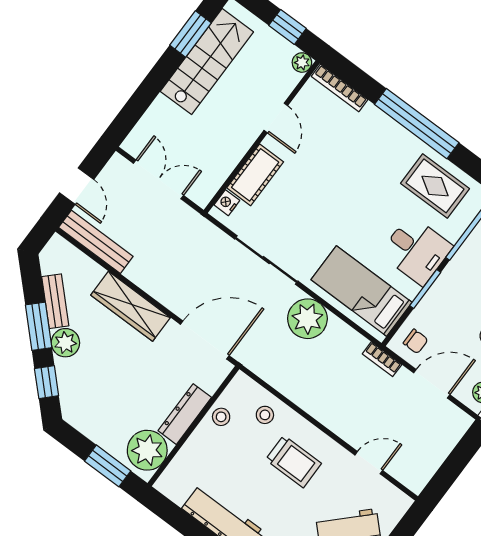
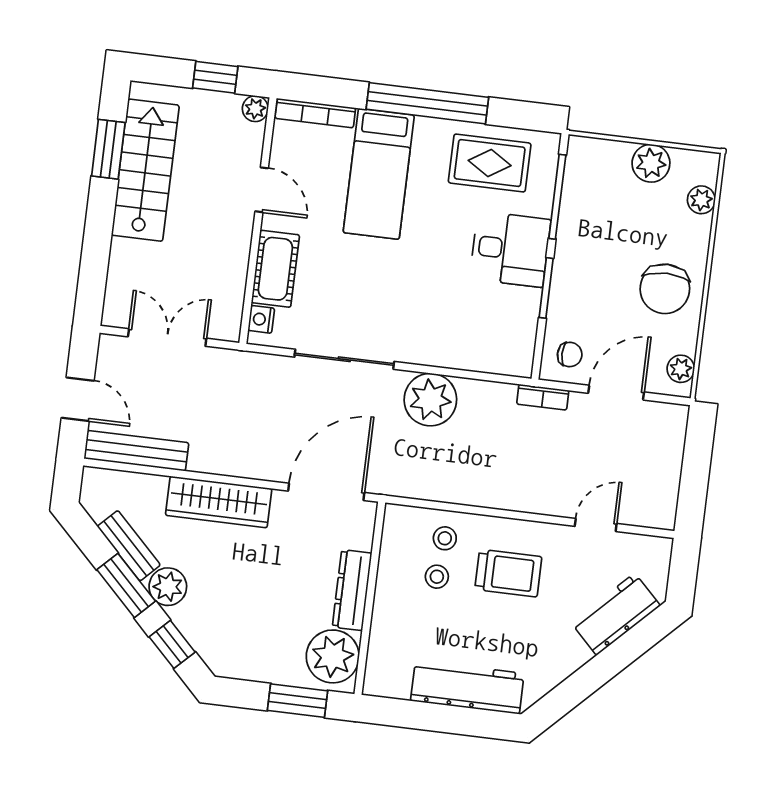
bed: (361, 291) -> (379, 174), moved, turned -90
stool: (221, 417) -> (437, 577), moved

